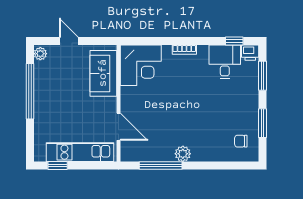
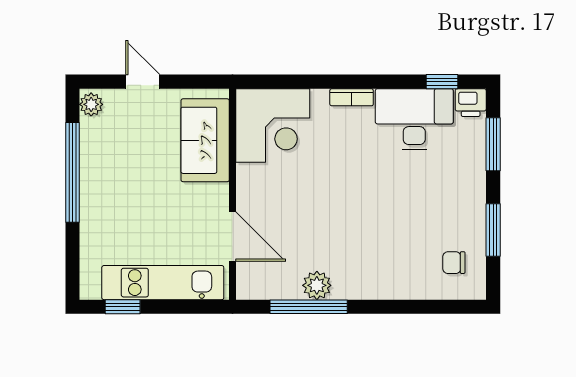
desk: (225, 62) -> (414, 119), width x1.37
plant: (183, 154) -> (317, 285), moved

